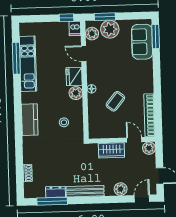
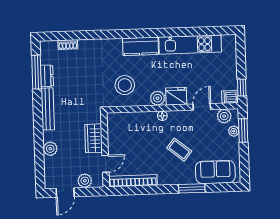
plant: (110, 29) -> (234, 131), width x0.53, depth x0.53
window: (156, 37) -> (192, 188), moved
window: (16, 58) -> (196, 31), removed
coffee table: (115, 101) -> (179, 150), moved
kitchen counter: (30, 120) -> (141, 46), moved
stool: (64, 122) -> (125, 85), width x1.89, depth x1.89
plant: (149, 148) -> (85, 181), moved
door: (142, 198) -> (40, 173), removed

